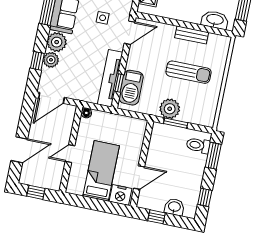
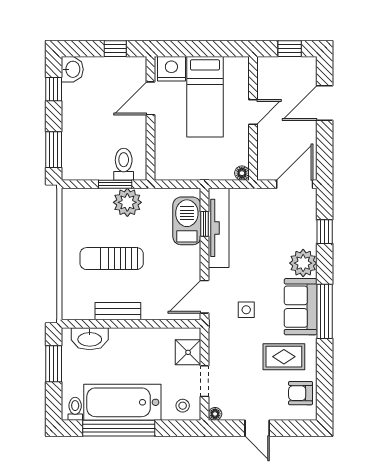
plant: (51, 60) -> (306, 237), removed
toilet: (198, 145) -> (124, 164), moved, turned -90
washbasin: (174, 207) -> (72, 69), moved, turned -90

